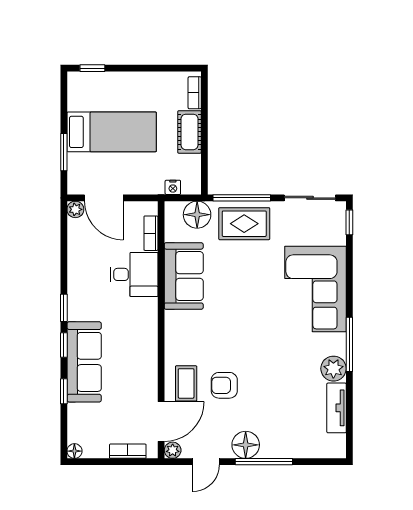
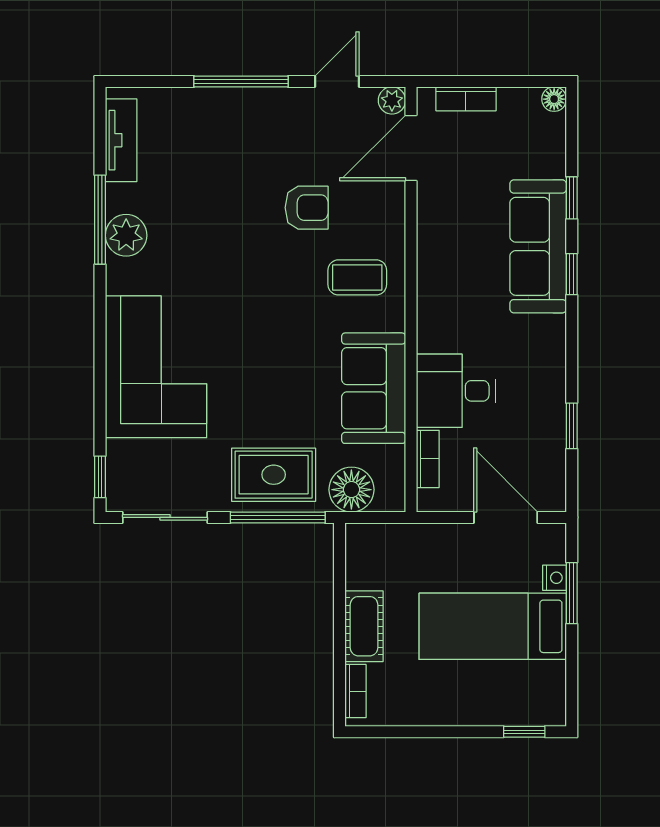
nightstand: (173, 187) -> (554, 578), moved, turned 90
plant: (75, 209) -> (553, 498), removed
window: (64, 308) -> (572, 426), moved
window: (349, 344) -> (100, 220), moved
coffee table: (186, 383) -> (357, 277), moved, turned 90
tv unit: (337, 408) -> (121, 140), moved
floor lamp: (246, 445) -> (271, 109), removed

